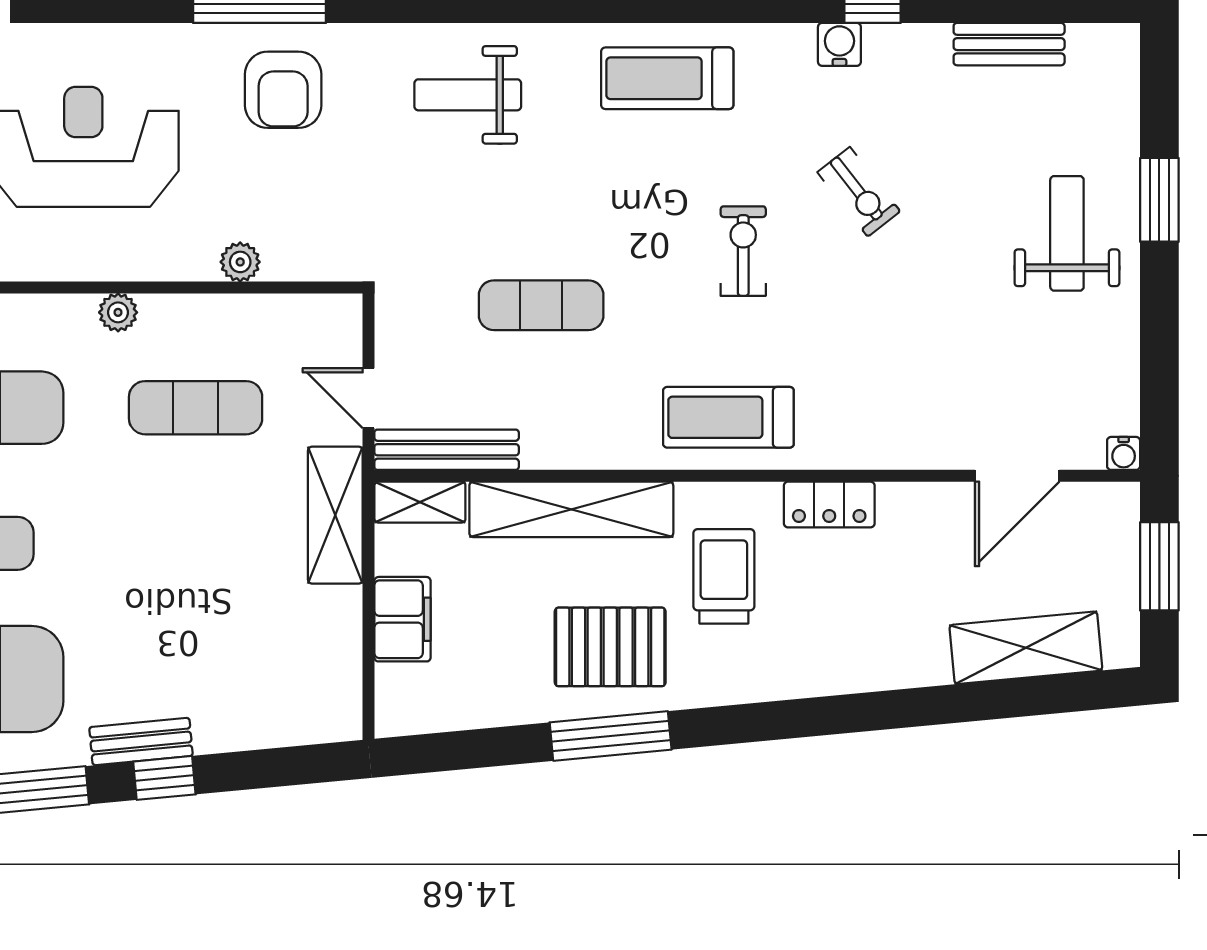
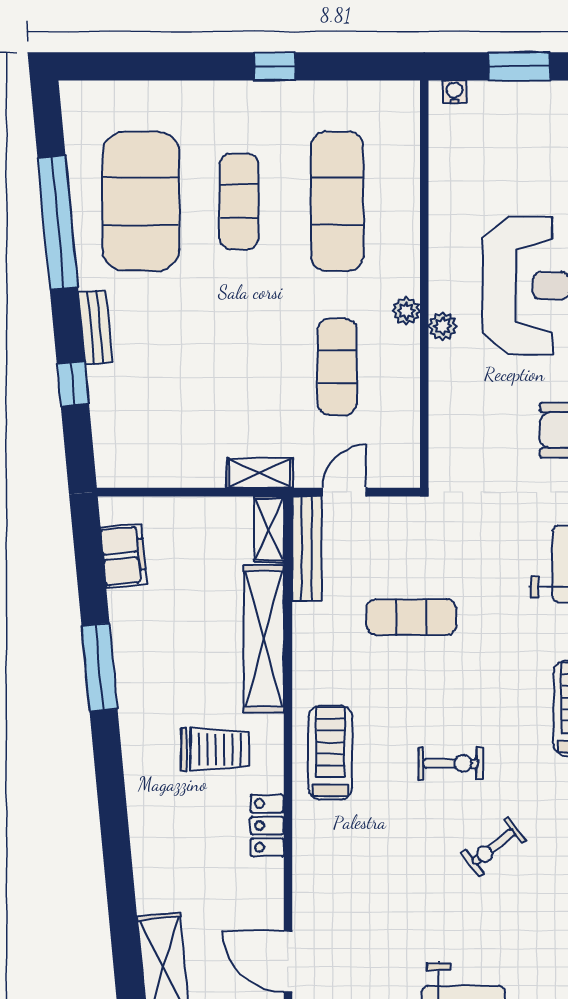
plant: (240, 262) -> (443, 326), moved
exercise mat: (541, 305) -> (411, 617), turned 90
shelving: (335, 515) -> (259, 473), width x0.67, depth x0.75
filing cabinet: (403, 619) -> (124, 556), moved, turned -95
pallet: (610, 647) -> (164, 667), removed
window: (164, 778) -> (73, 384), moved

